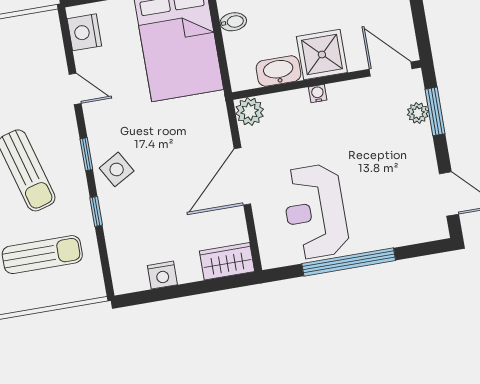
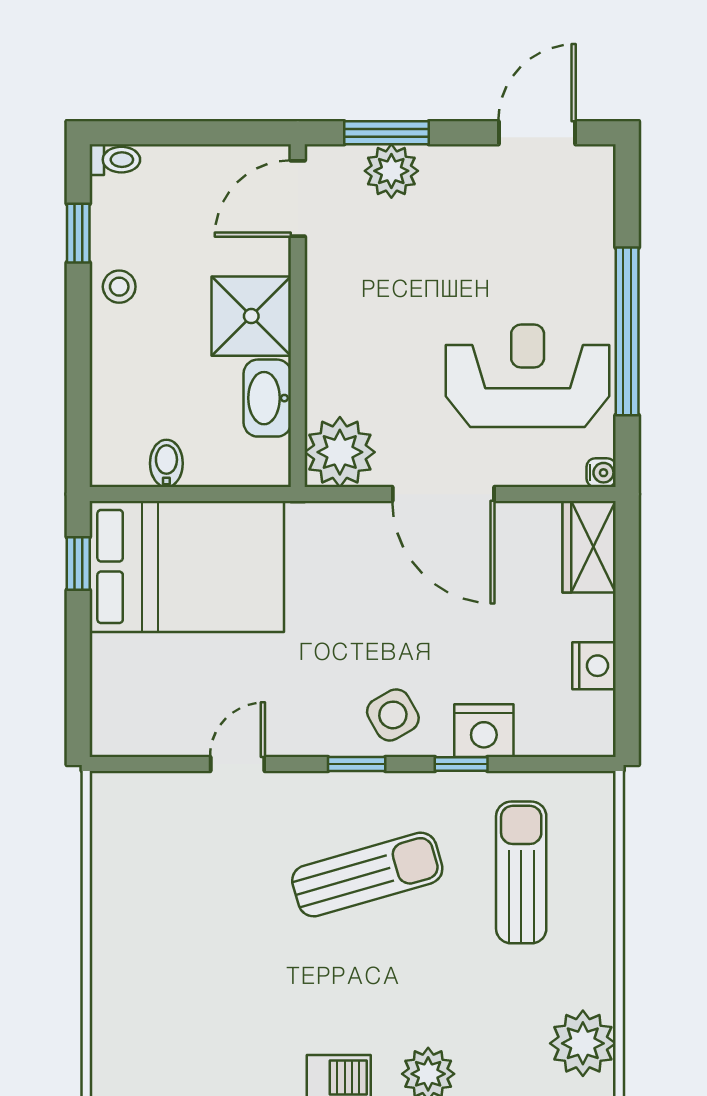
nightstand: (84, 32) -> (484, 731), moved
water cooler: (318, 94) -> (601, 473), moved, turned 180
plant: (250, 112) -> (340, 452), width x1.36, depth x1.36
plant: (418, 113) -> (391, 171), width x1.38, depth x1.38
reception desk: (315, 212) -> (528, 376), turned 180

